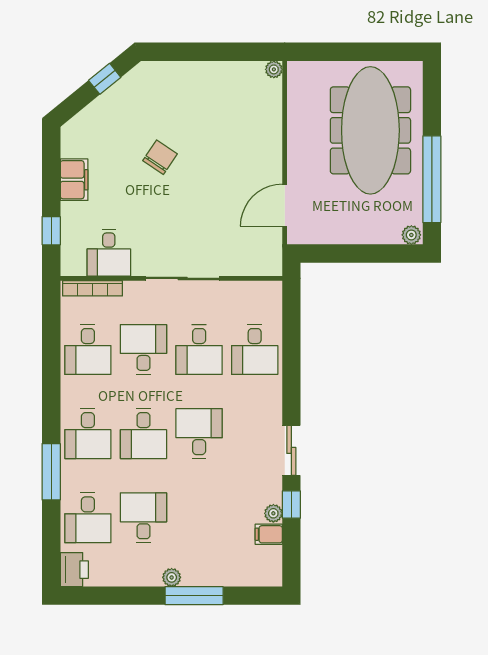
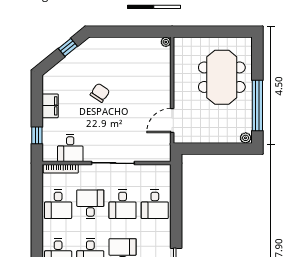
meeting table: (370, 130) -> (222, 77), width x0.73

